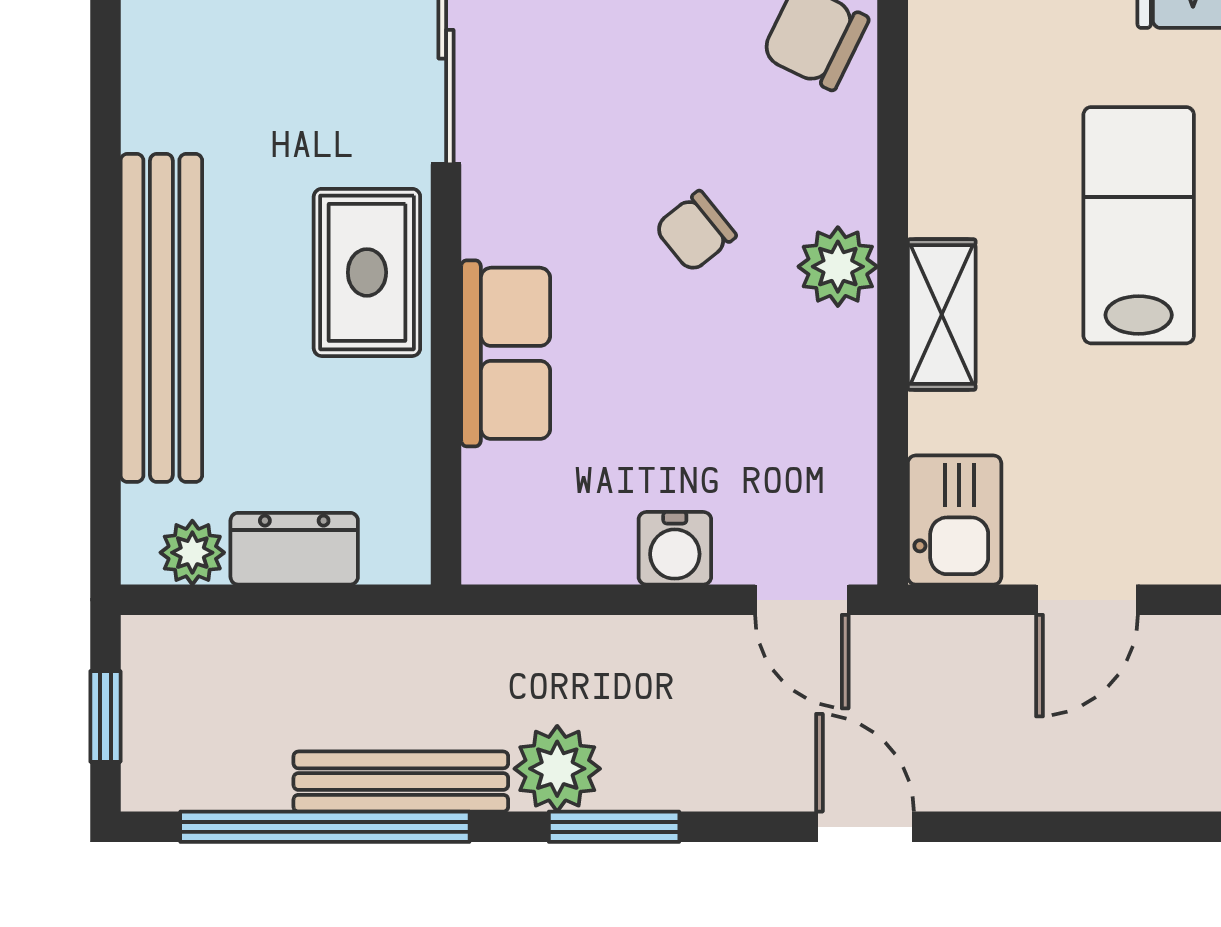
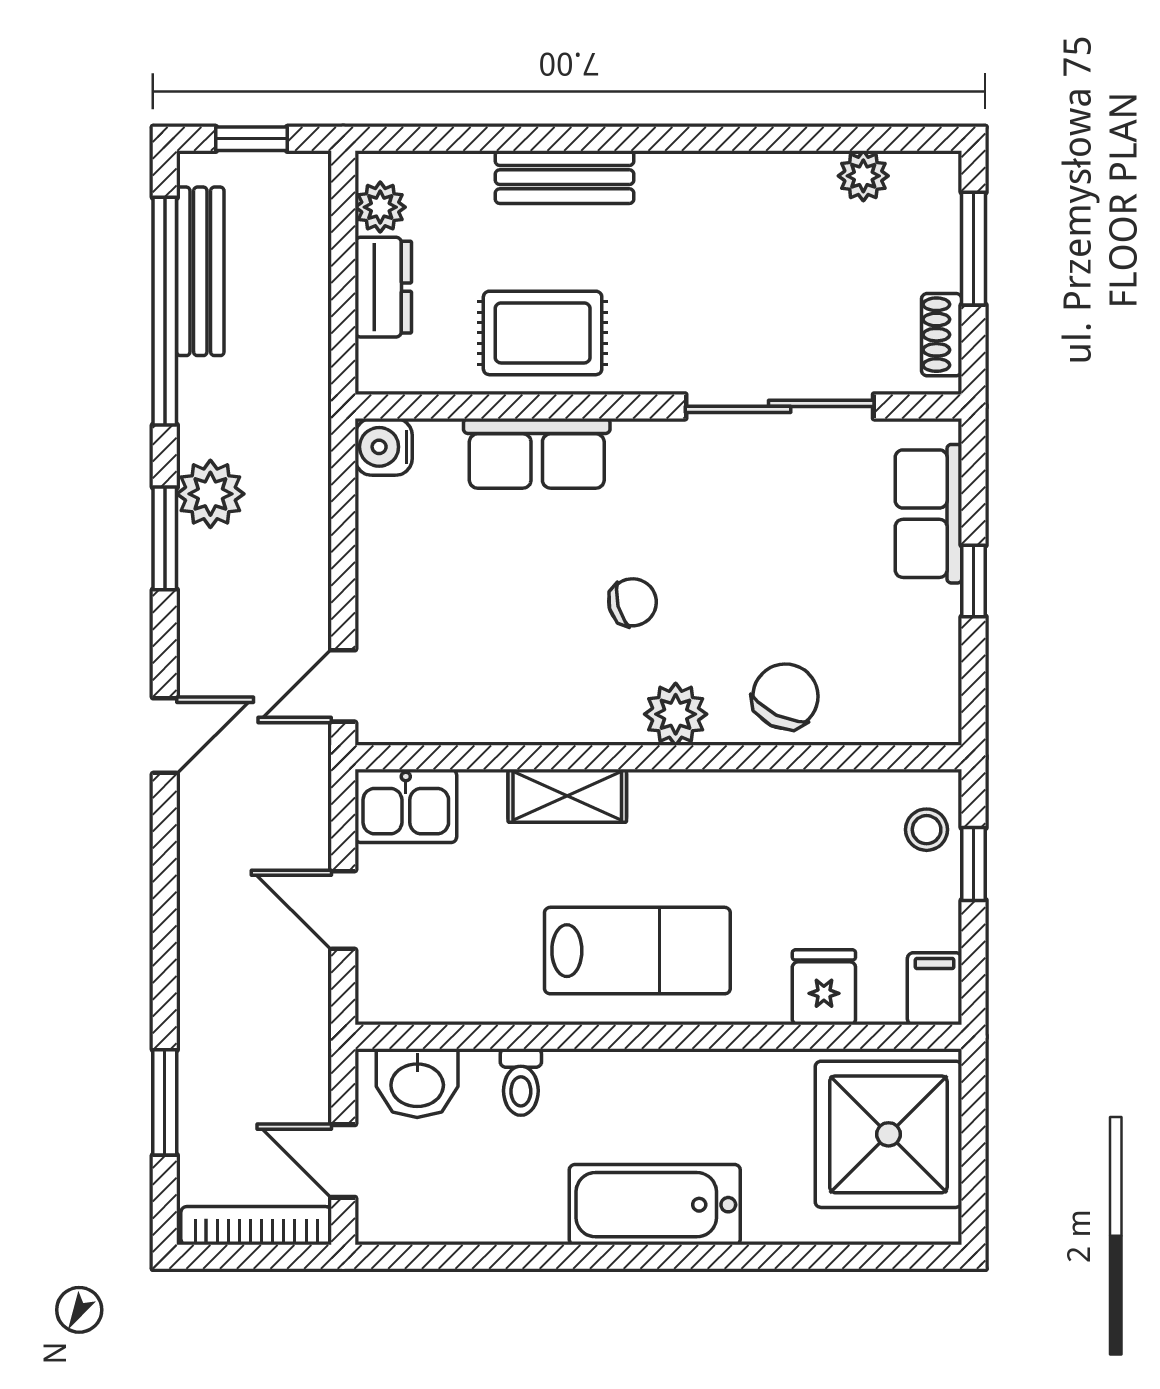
chair: (695, 231) -> (633, 602), turned 114
plant: (838, 267) -> (676, 714), moved
rug: (367, 272) -> (543, 333), moved
bench: (161, 318) -> (565, 177), width x0.54, depth x0.82
water cooler: (675, 548) -> (384, 447), moved
bench: (401, 782) -> (200, 271), moved

